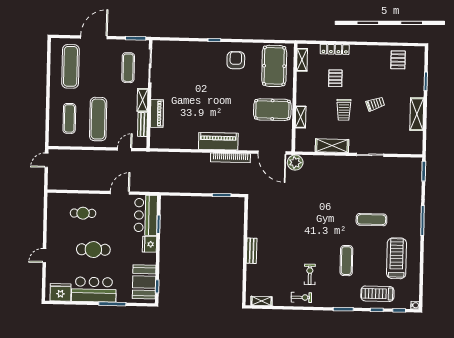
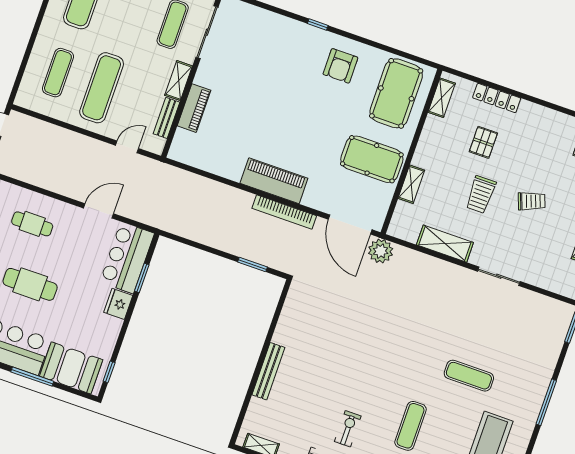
armchair: (236, 60) -> (340, 66), turned 180
bench: (252, 251) -> (268, 371), width x1.36
booth: (144, 282) -> (71, 368), moved, turned 90

